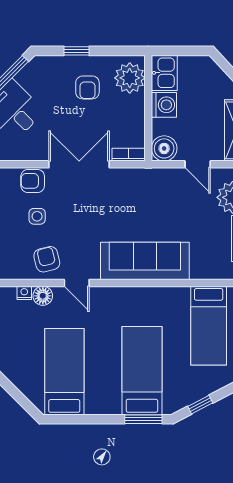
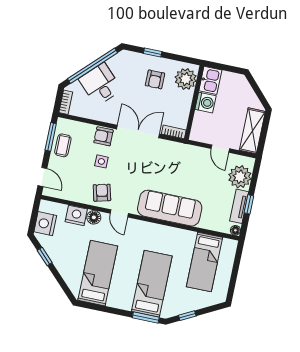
boiler: (164, 148) -> (199, 133), removed
nightstand: (24, 293) -> (76, 215), width x1.89, depth x1.79

